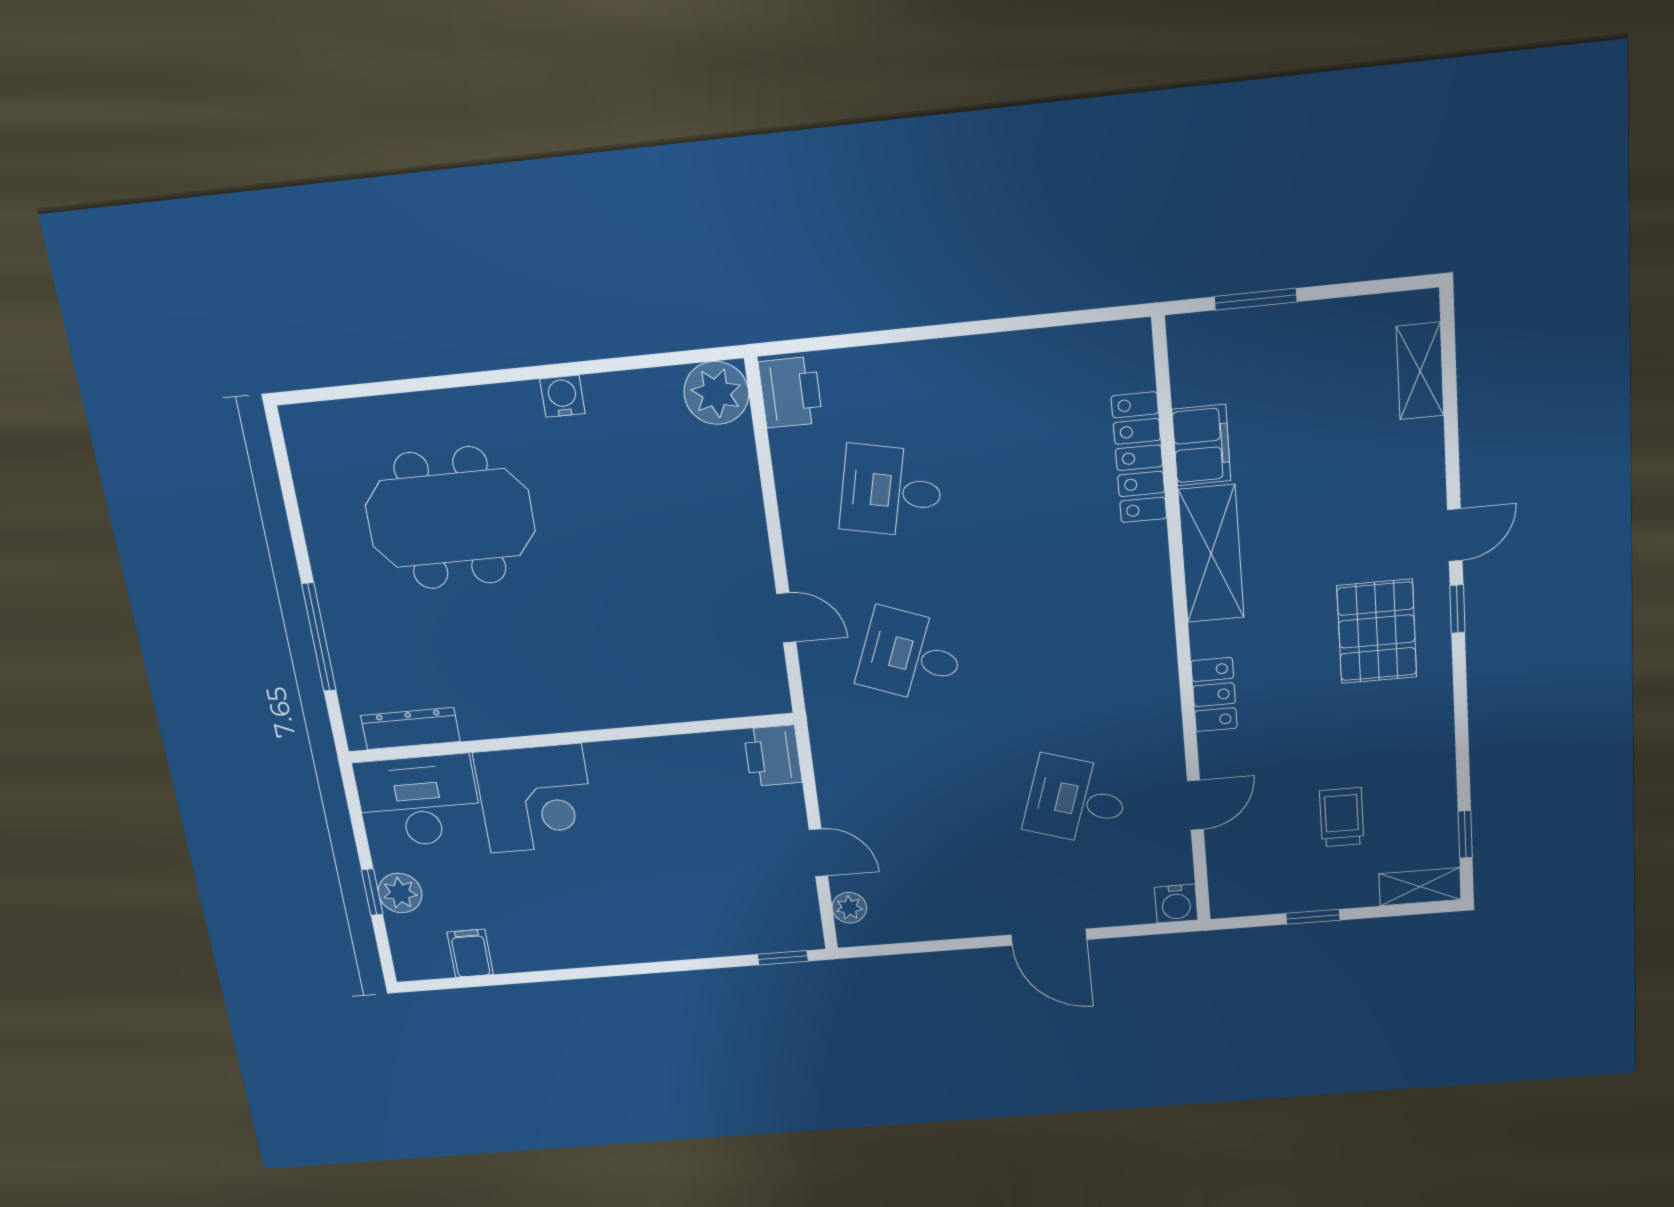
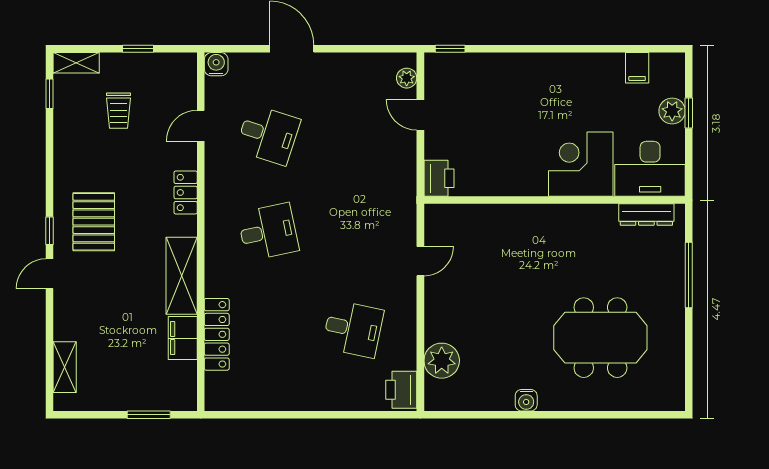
plant: (716, 393) -> (442, 361), moved
door: (786, 618) -> (420, 261), swing flipped
desk: (911, 656) -> (268, 232), moved, turned -33

